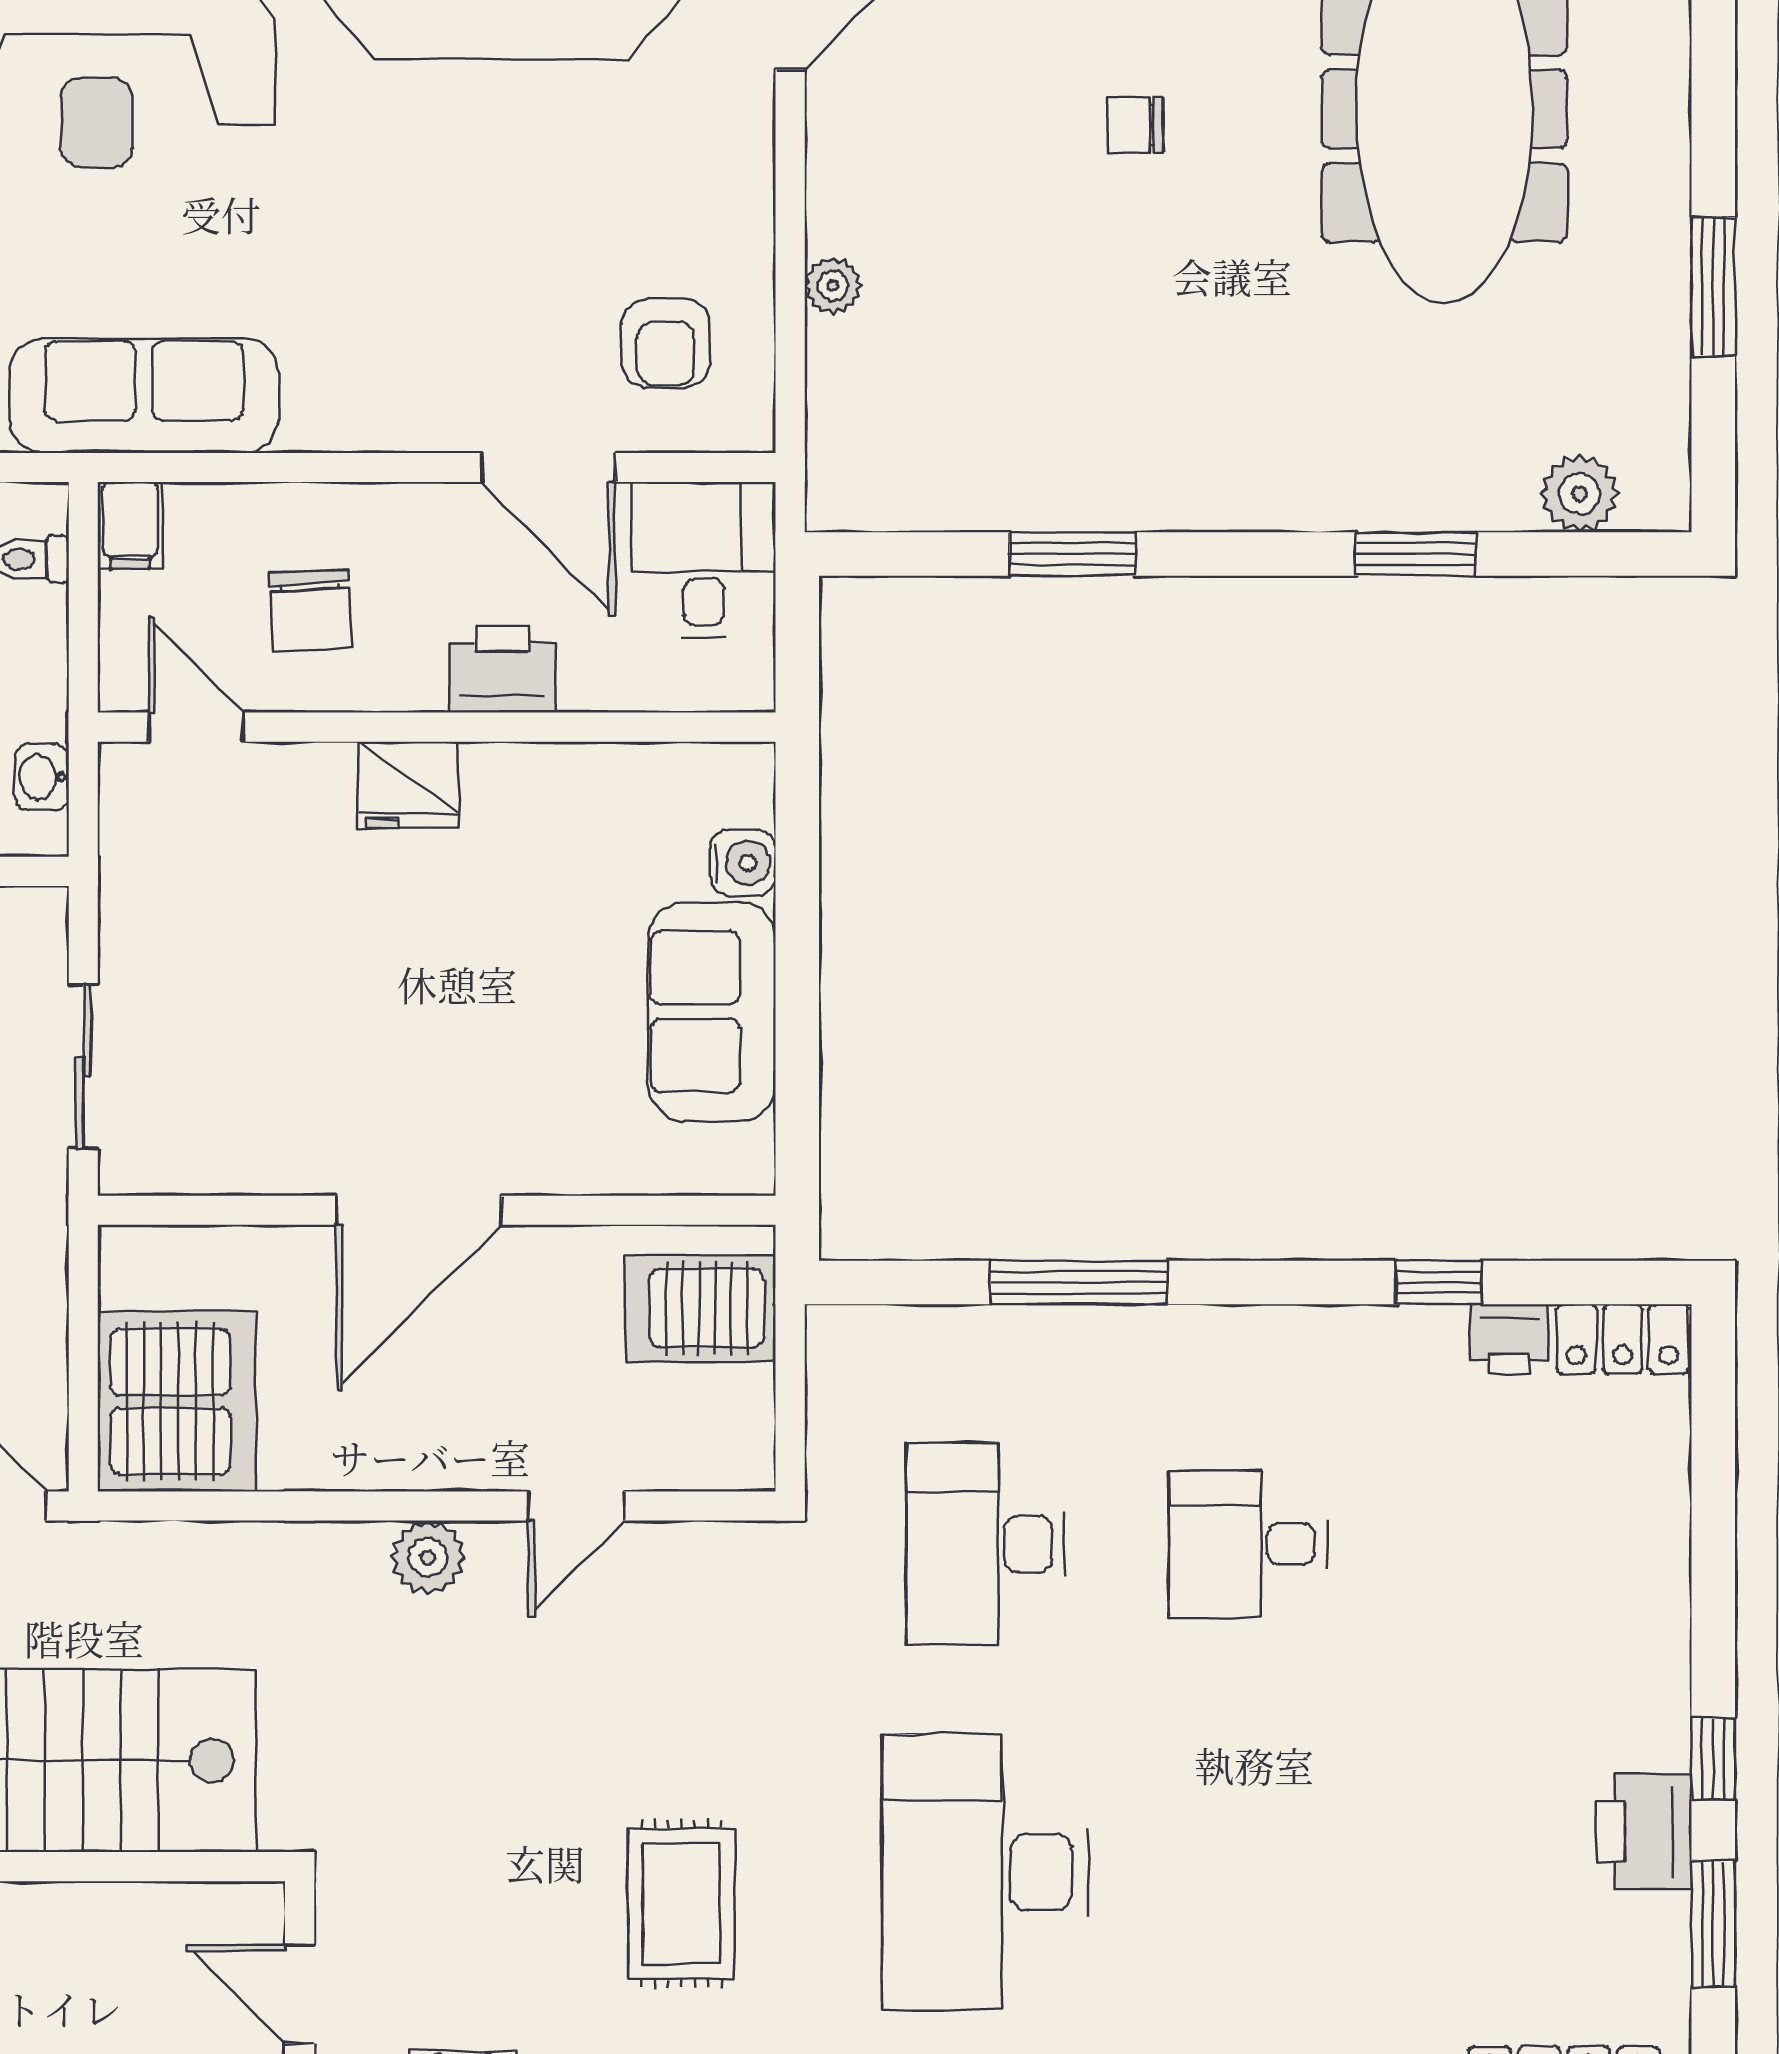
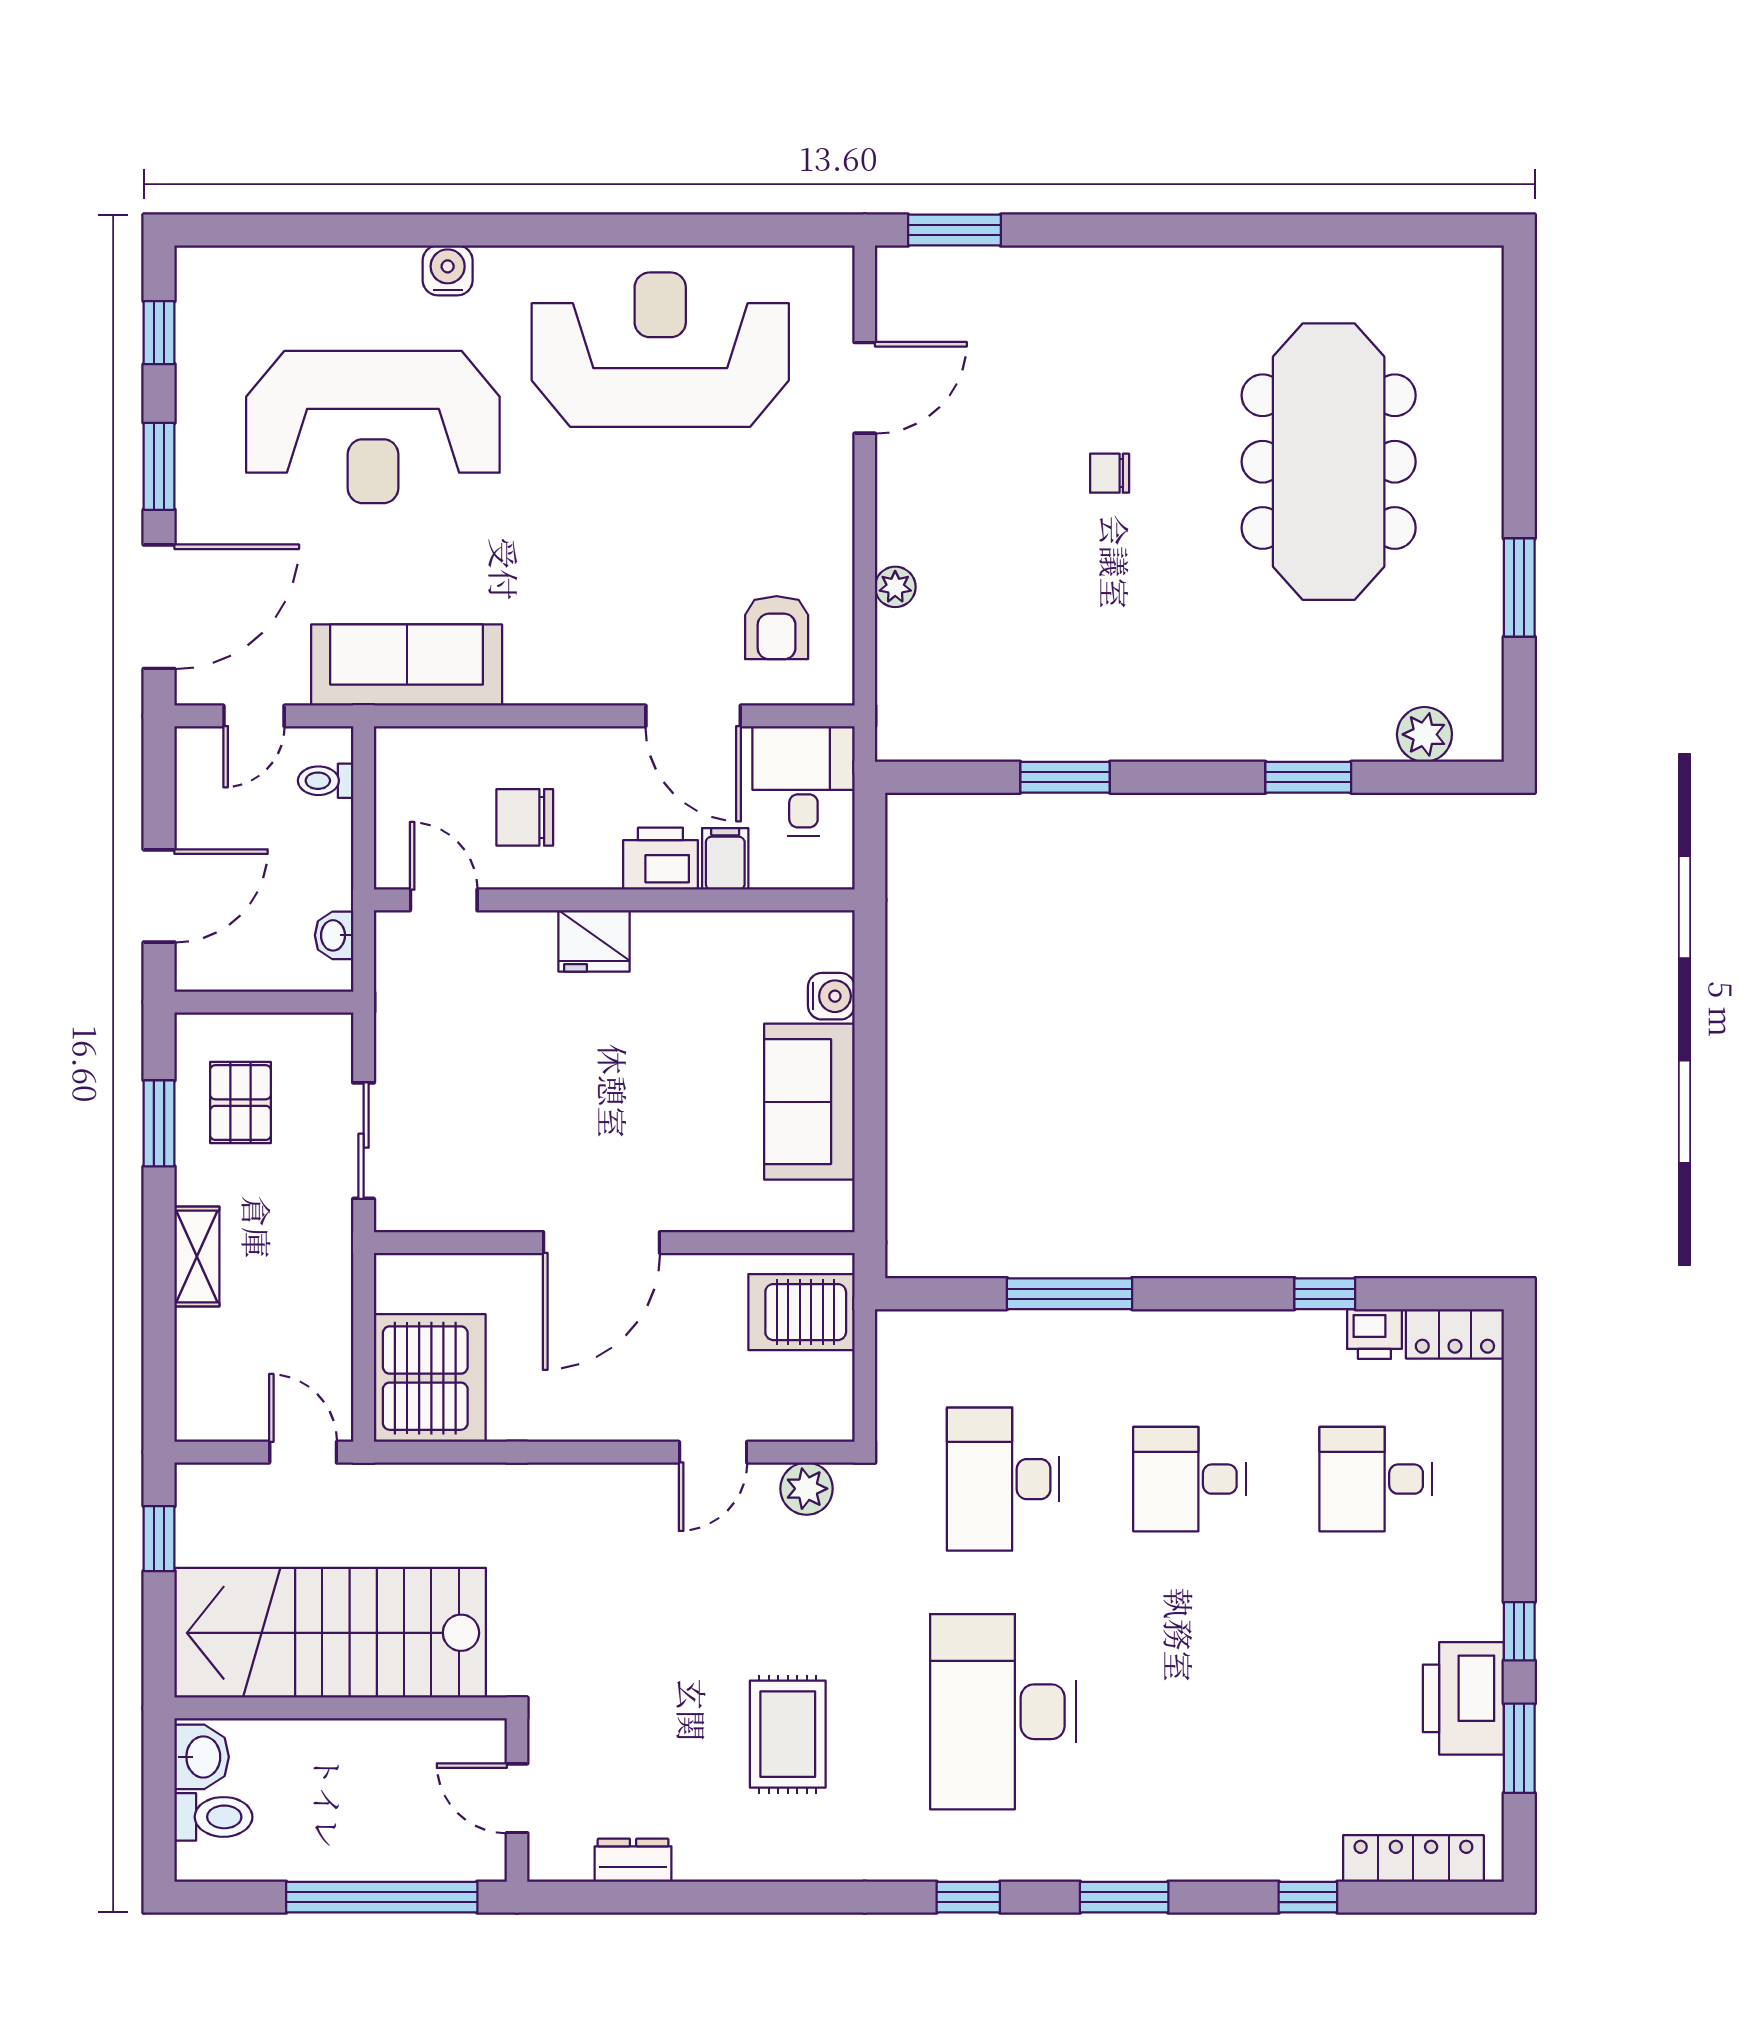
filing cabinet: (130, 525) -> (725, 859), moved, turned 180
chair: (311, 611) -> (525, 817), turned 93
desk: (1511, 1544) -> (1376, 1479), added
plant: (428, 1557) -> (807, 1489), moved
printer: (1644, 1832) -> (1463, 1698), width x1.37, depth x1.19

